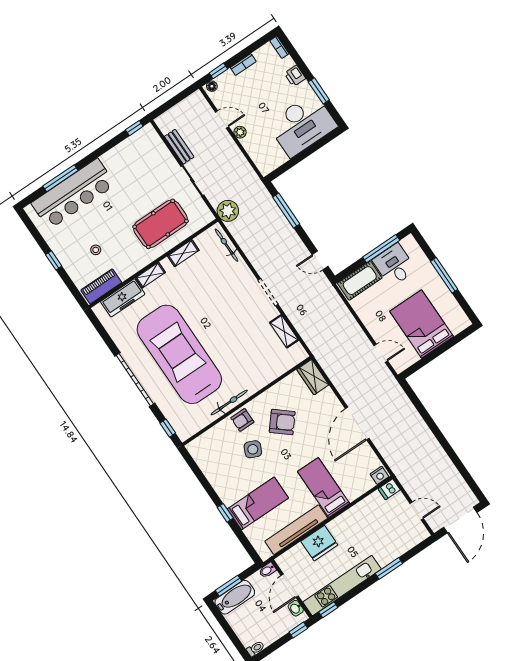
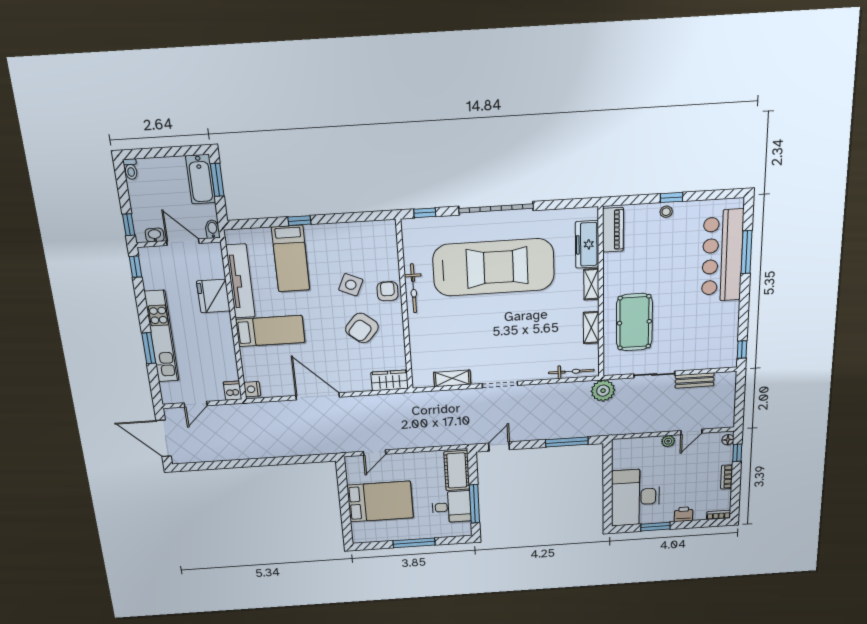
stool: (96, 250) -> (666, 212), moved
kitchen unit: (342, 586) -> (162, 336), moved

